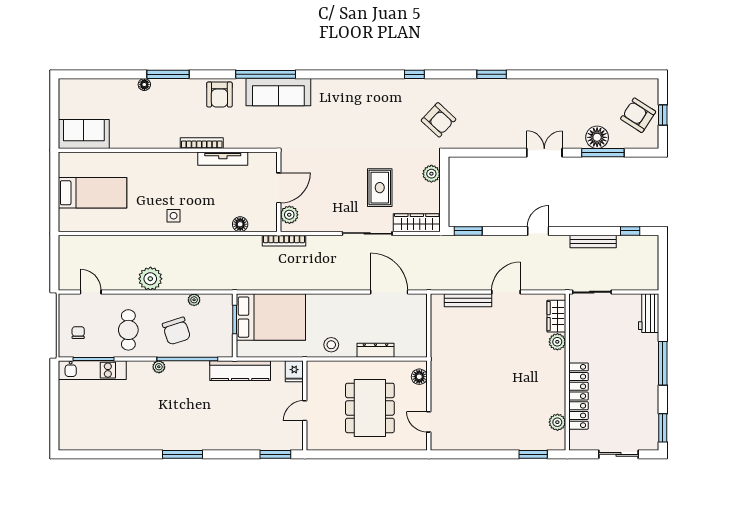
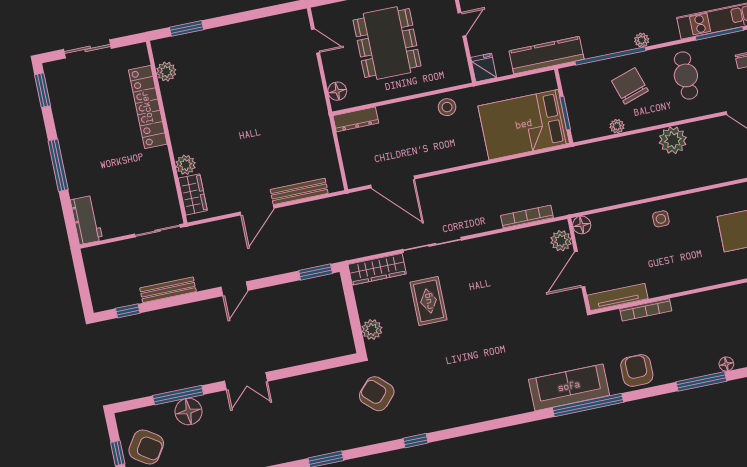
door: (279, 188) -> (580, 269), moved
wall: (279, 192) -> (579, 265), moved
plant: (289, 215) -> (561, 241), moved
dresser: (375, 350) -> (356, 119), moved

